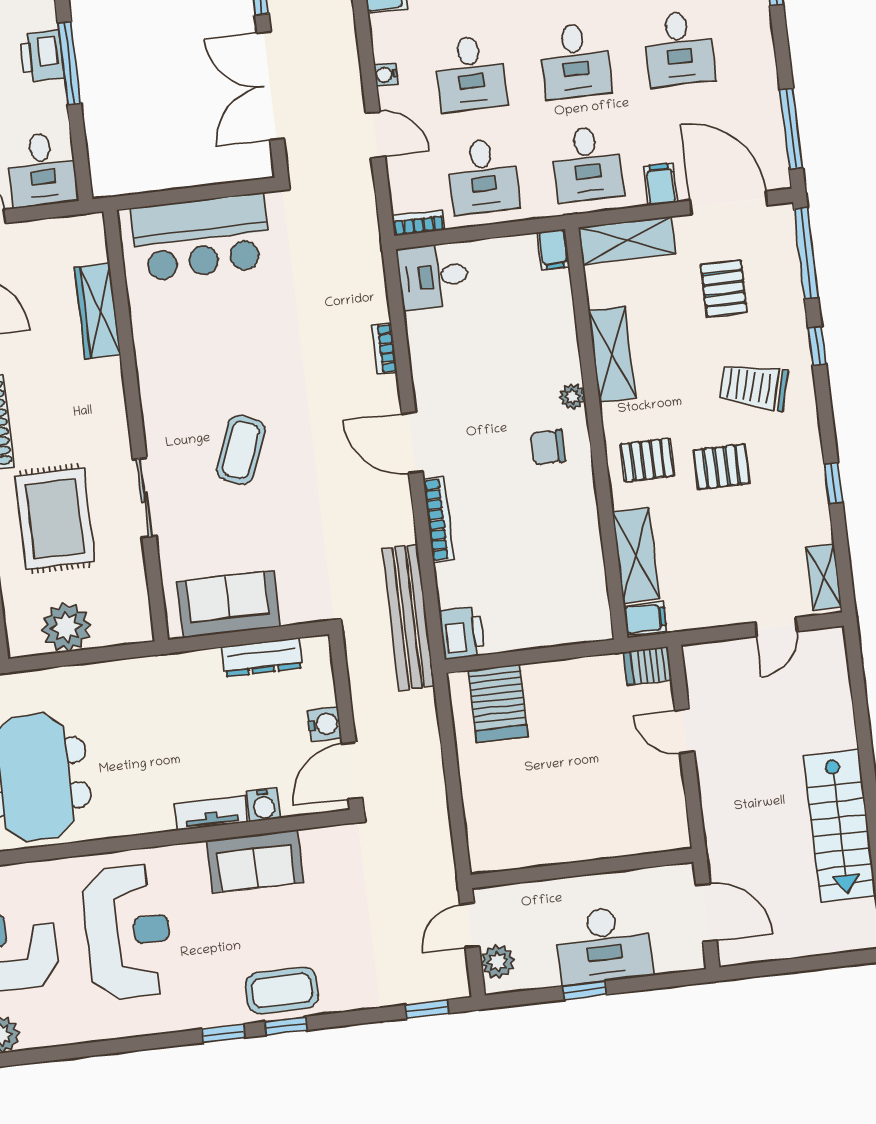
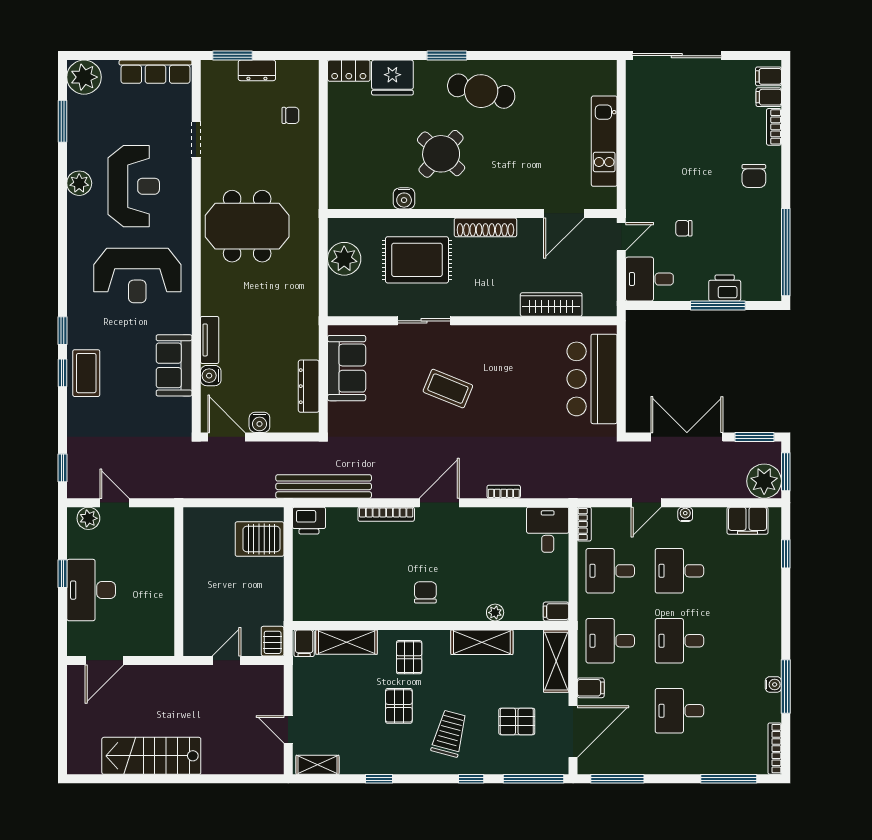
plant: (572, 397) -> (495, 613), moved
wall: (582, 868) -> (179, 582), moved

